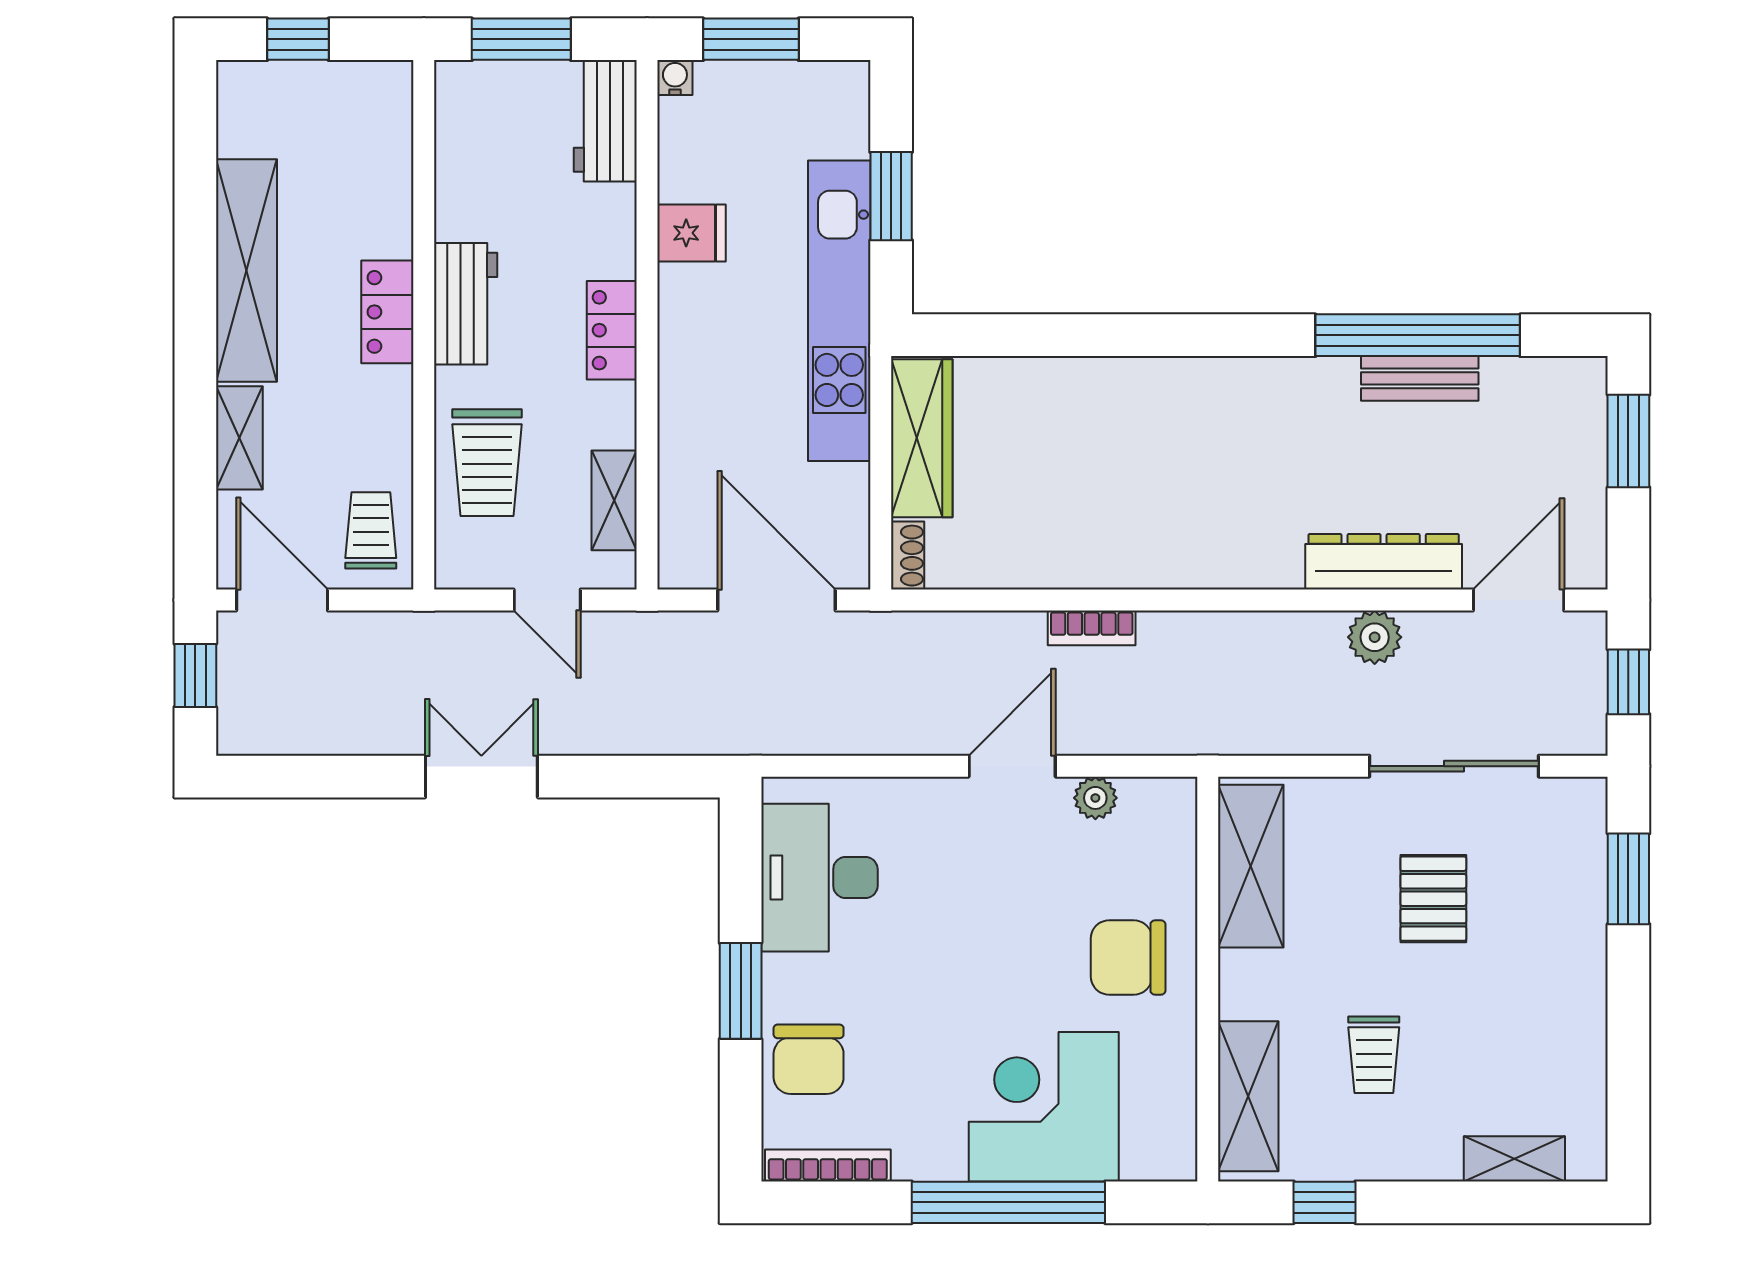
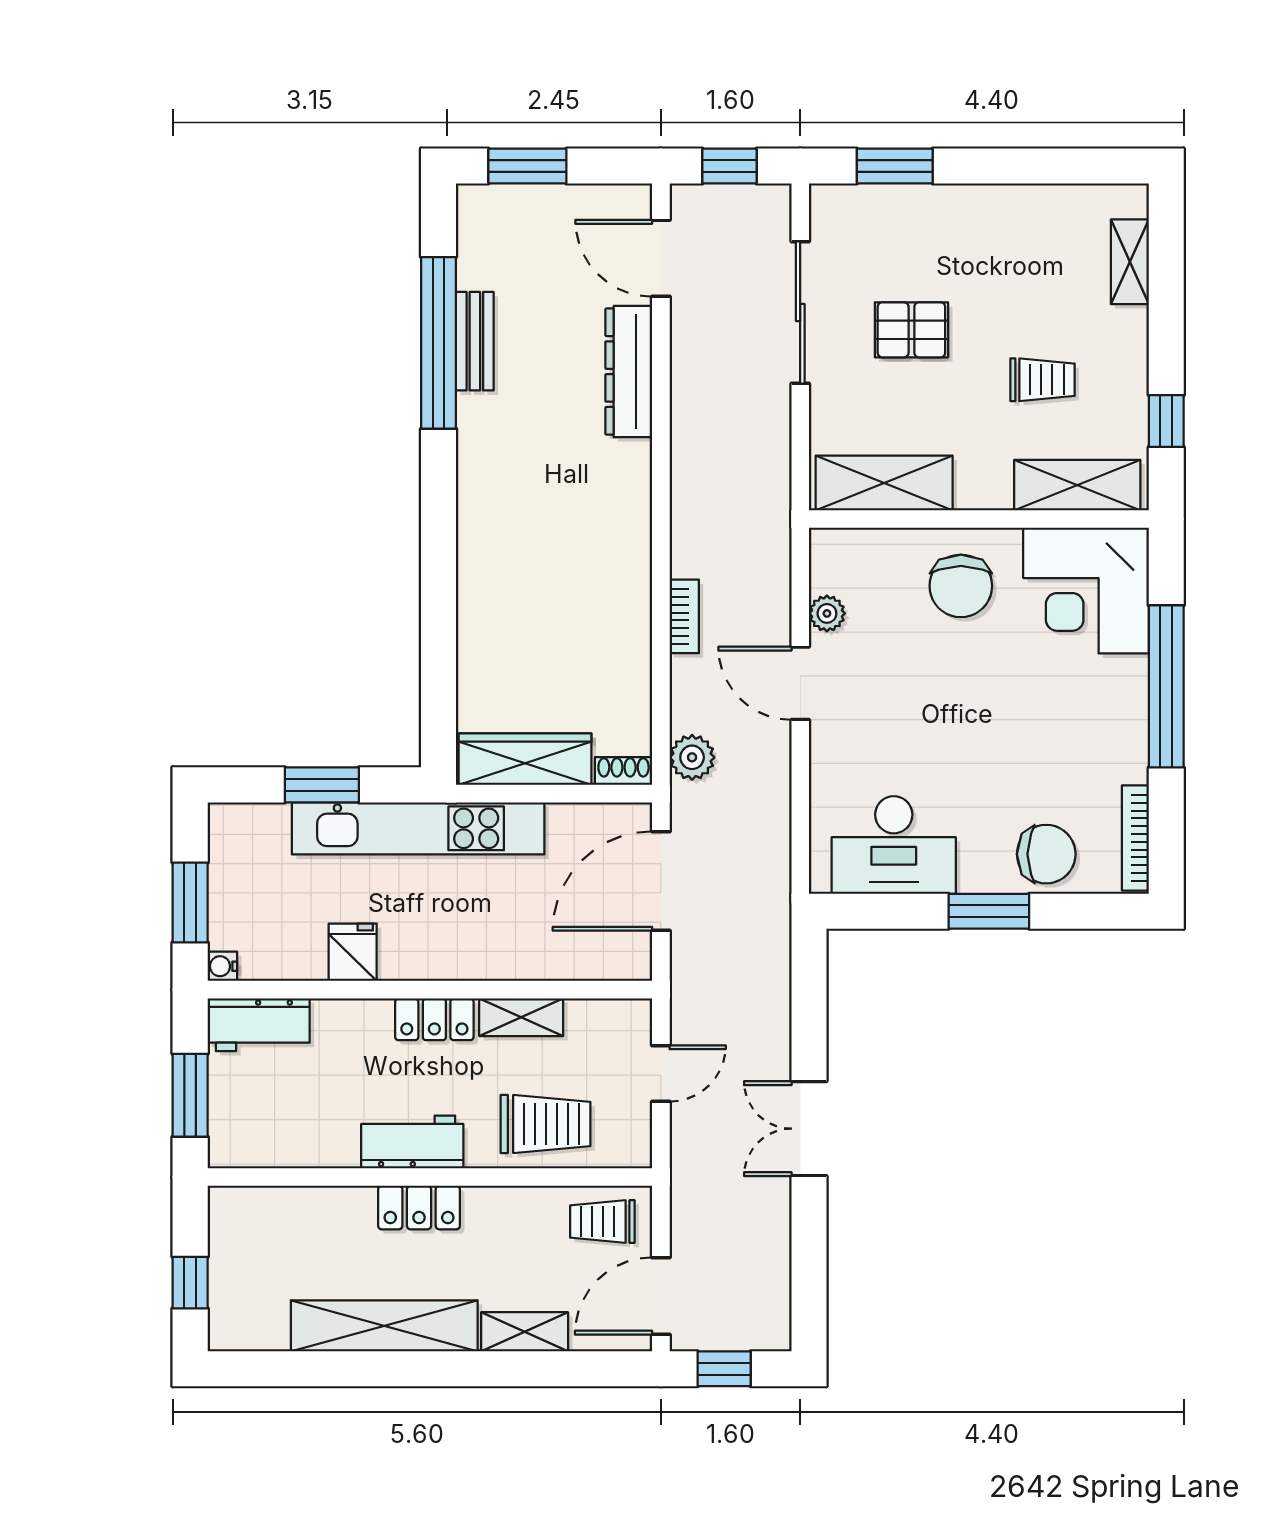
shelving: (614, 500) -> (521, 1017), moved
plant: (1375, 637) -> (692, 757), moved
corner desk: (1044, 1107) -> (1086, 591), moved

